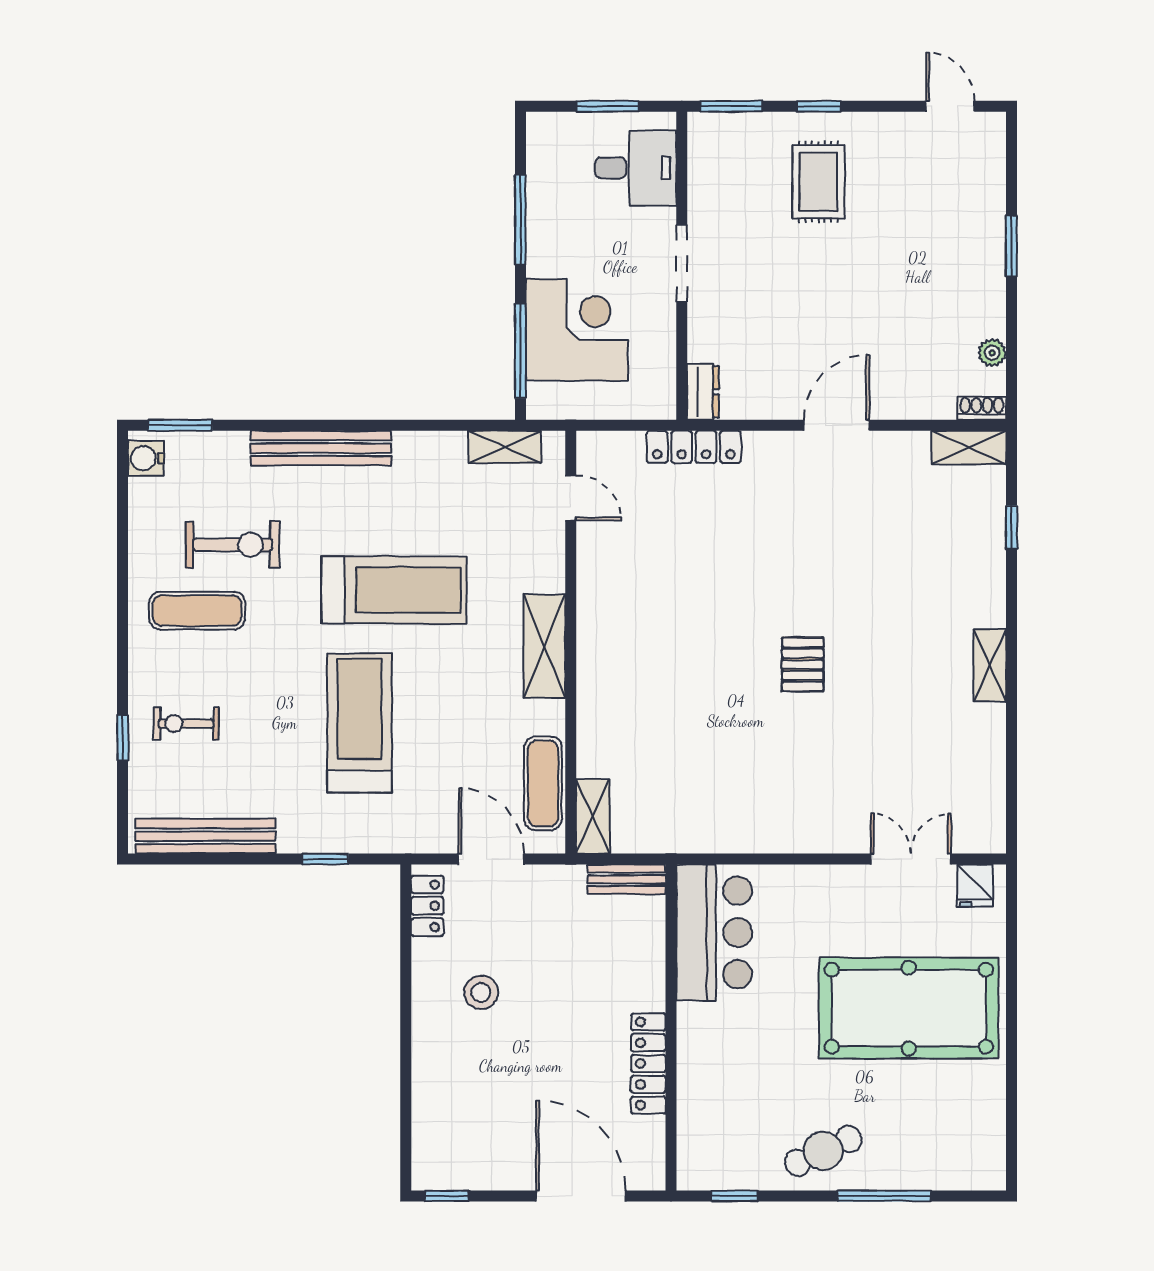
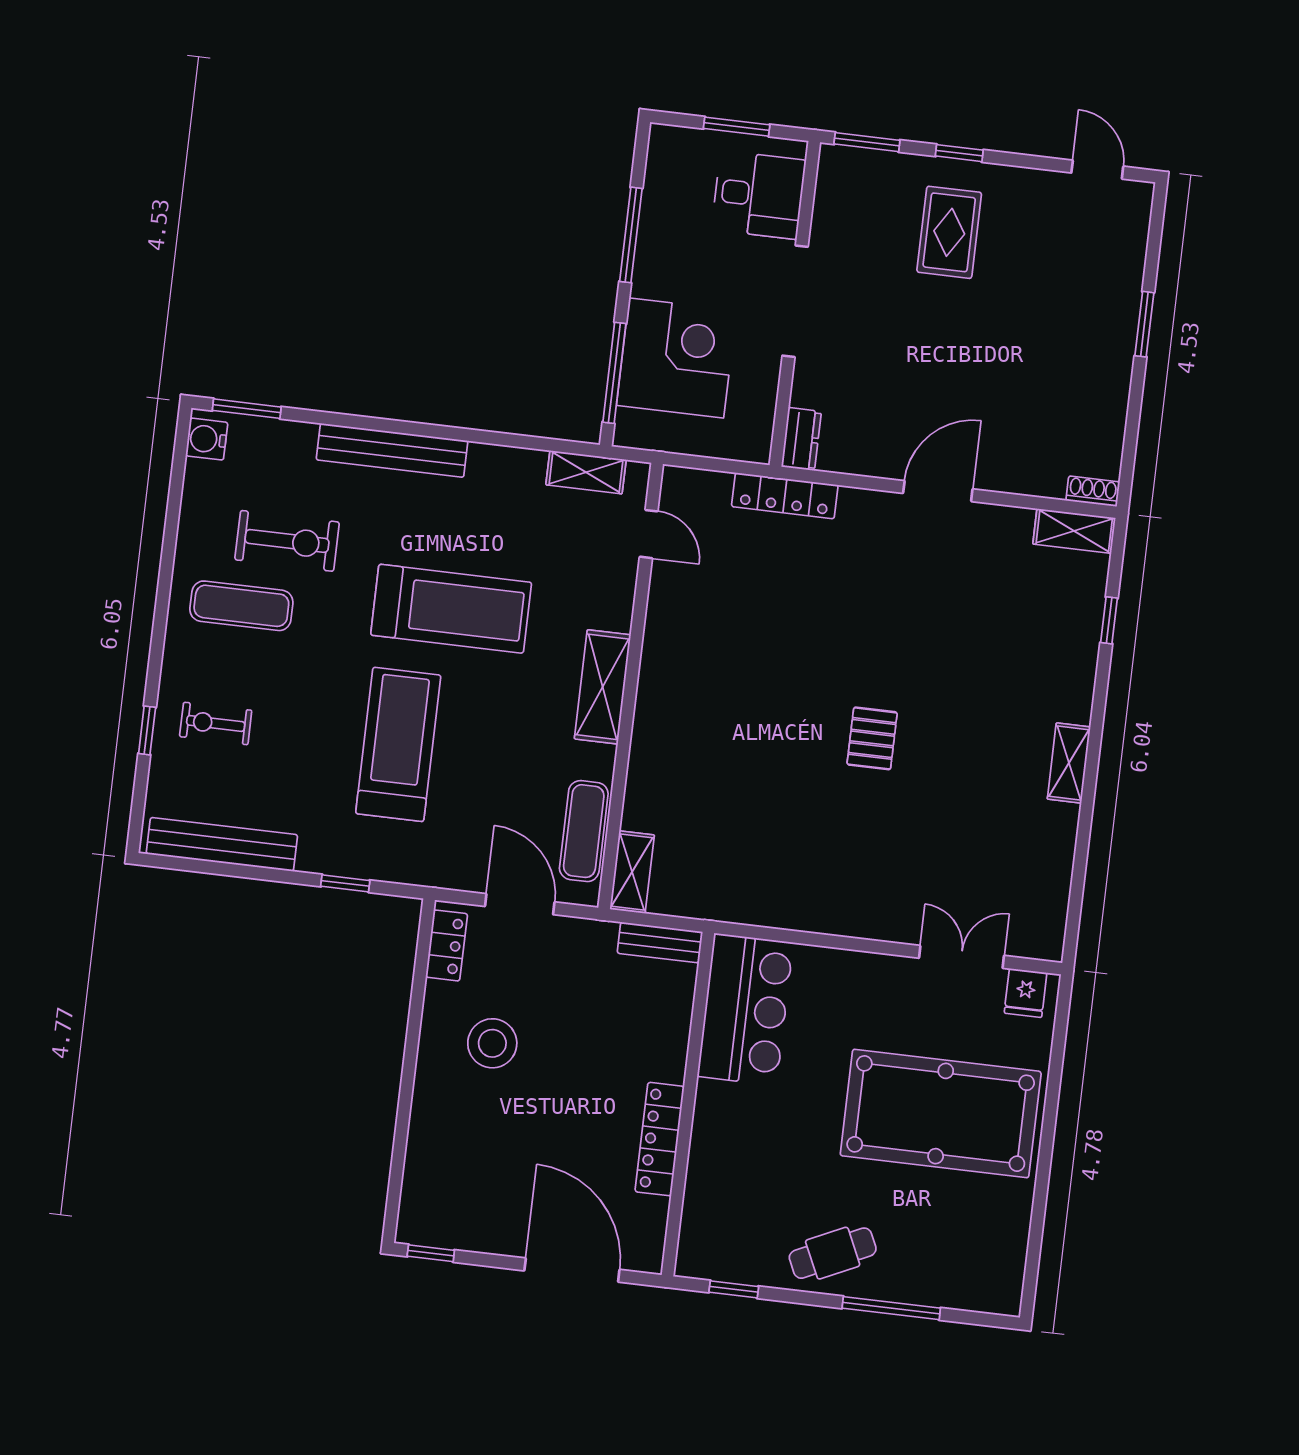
doorway: (682, 263) -> (795, 301), width x1.36
plant: (992, 353) -> (1111, 434), removed
stool: (481, 992) -> (492, 1043), width x1.38, depth x1.38

